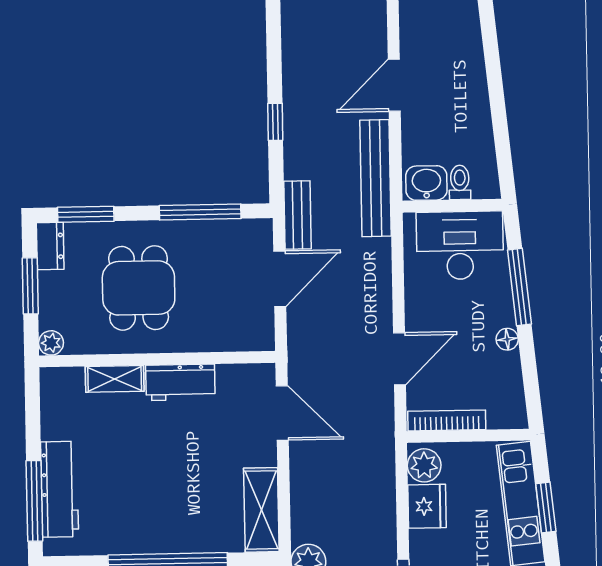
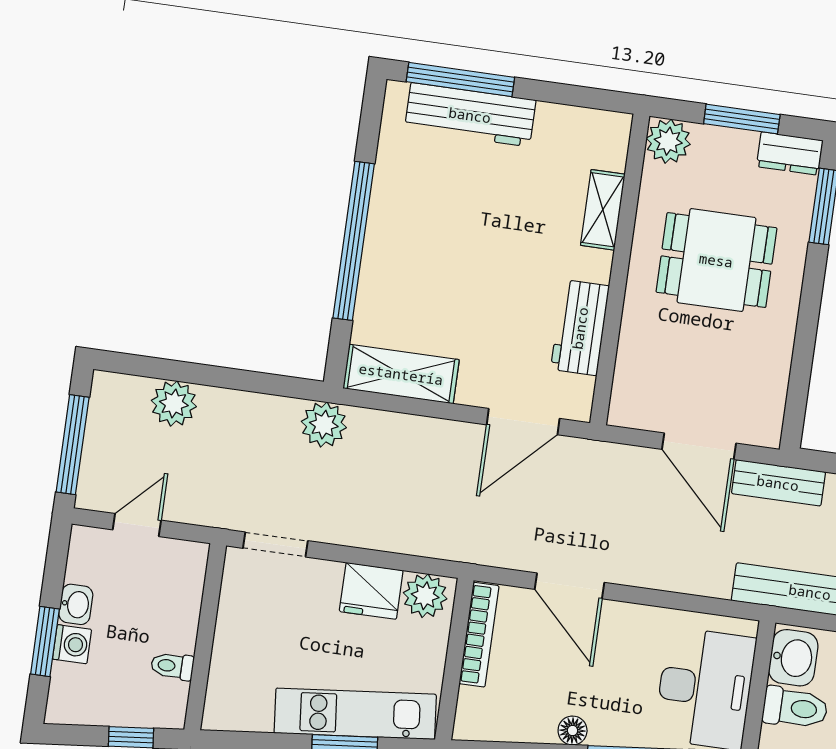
toilet: (460, 182) -> (795, 708), width x1.37, depth x1.39
window: (200, 212) -> (803, 356), removed
plant: (51, 343) -> (668, 141), width x1.38, depth x1.38
workbench: (180, 382) -> (580, 328), moved

